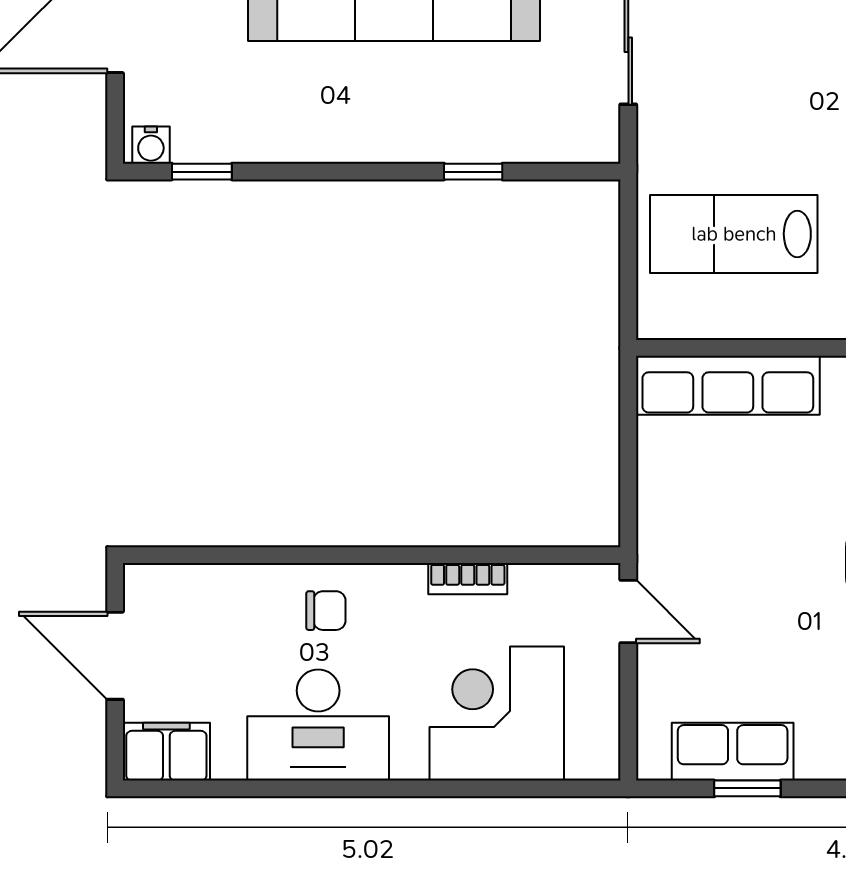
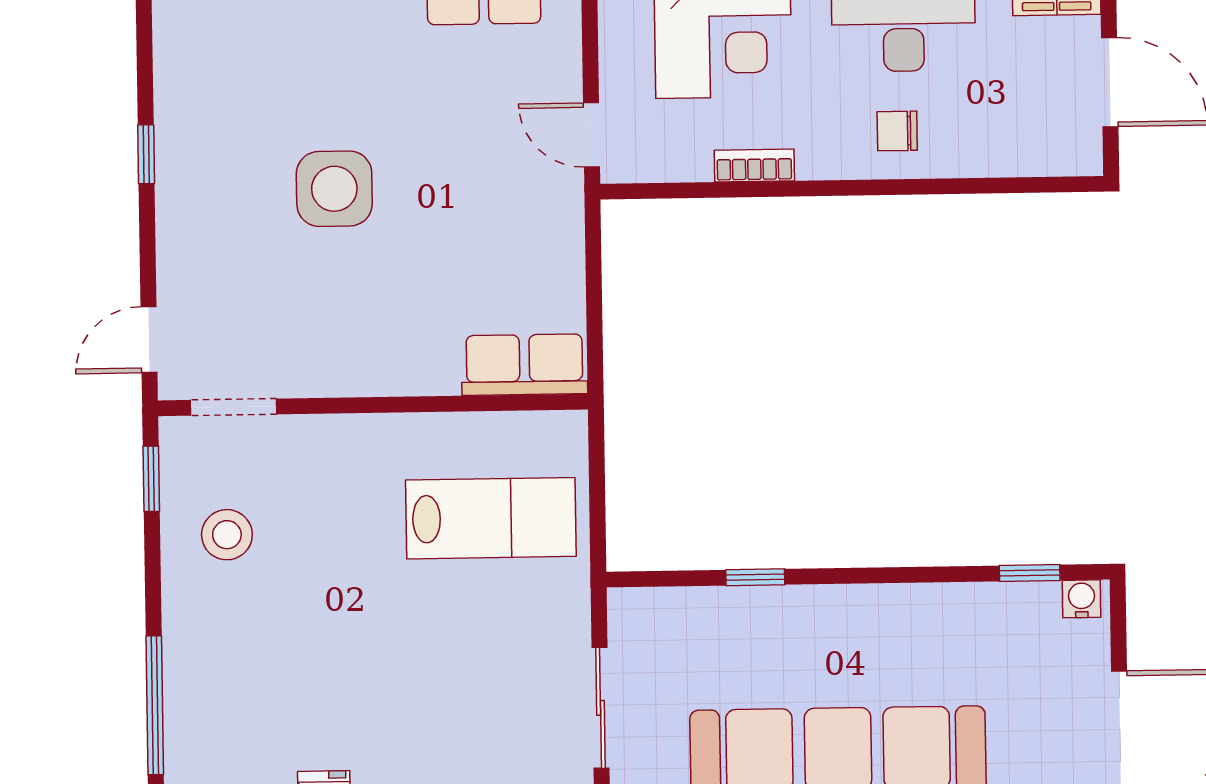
row of seats: (728, 385) -> (524, 365), width x0.68

